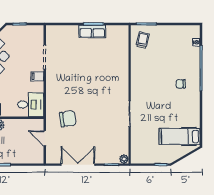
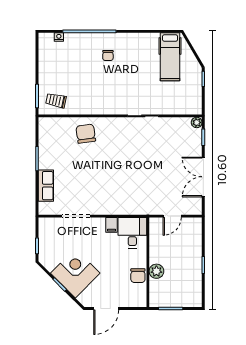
row of seats: (92, 31) -> (46, 186), moved
filing cabinet: (37, 76) -> (111, 225), moved
chair: (68, 119) -> (86, 134), moved

